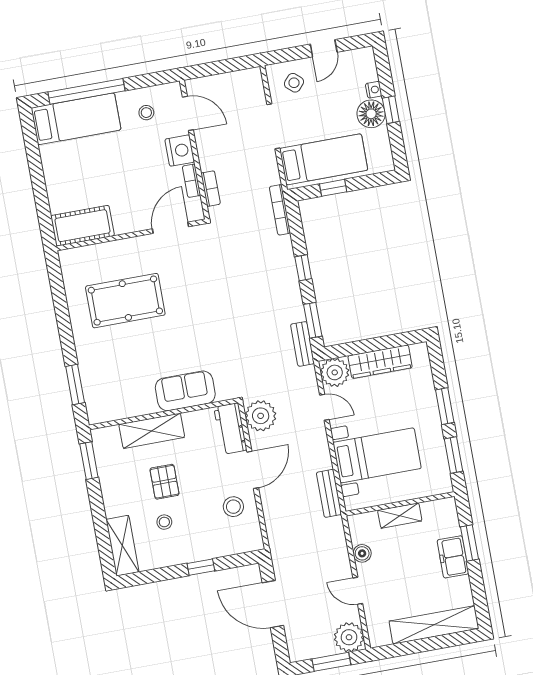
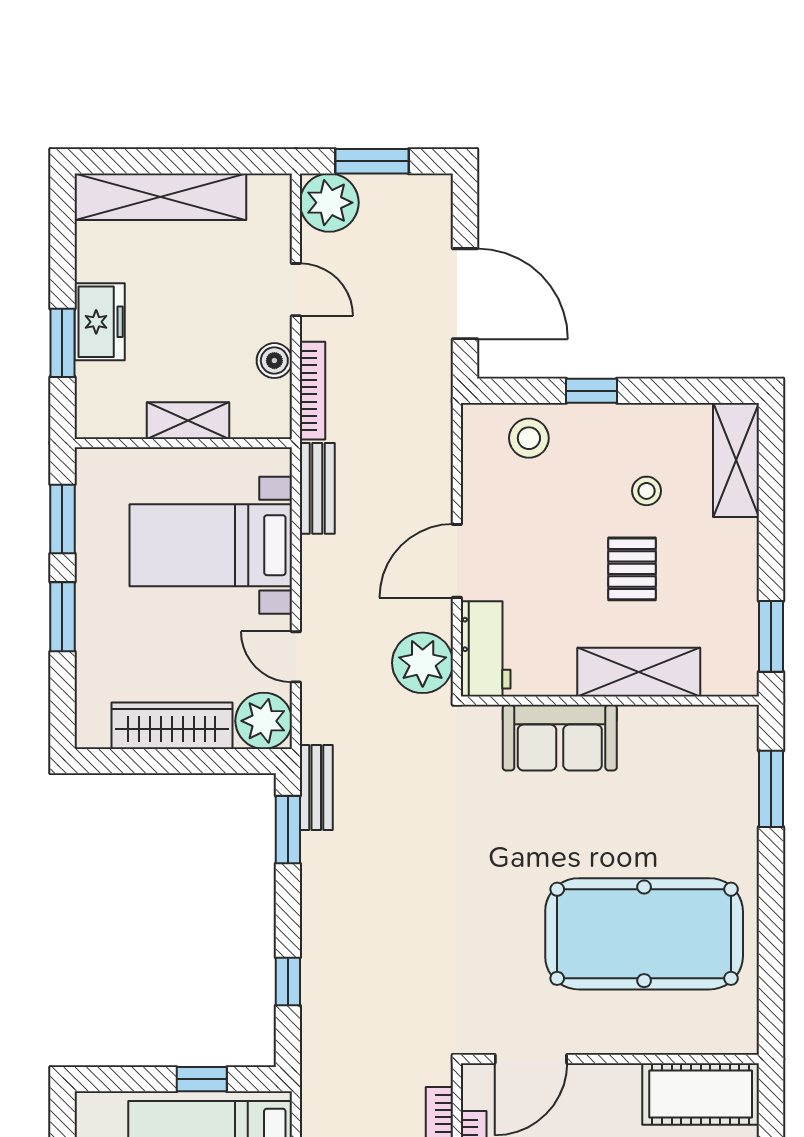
bookcase: (280, 210) -> (313, 391), moved
window: (303, 268) -> (288, 982), moved
pool table: (125, 301) -> (644, 934), width x1.36, depth x1.32
stool: (233, 507) -> (529, 438), moved

